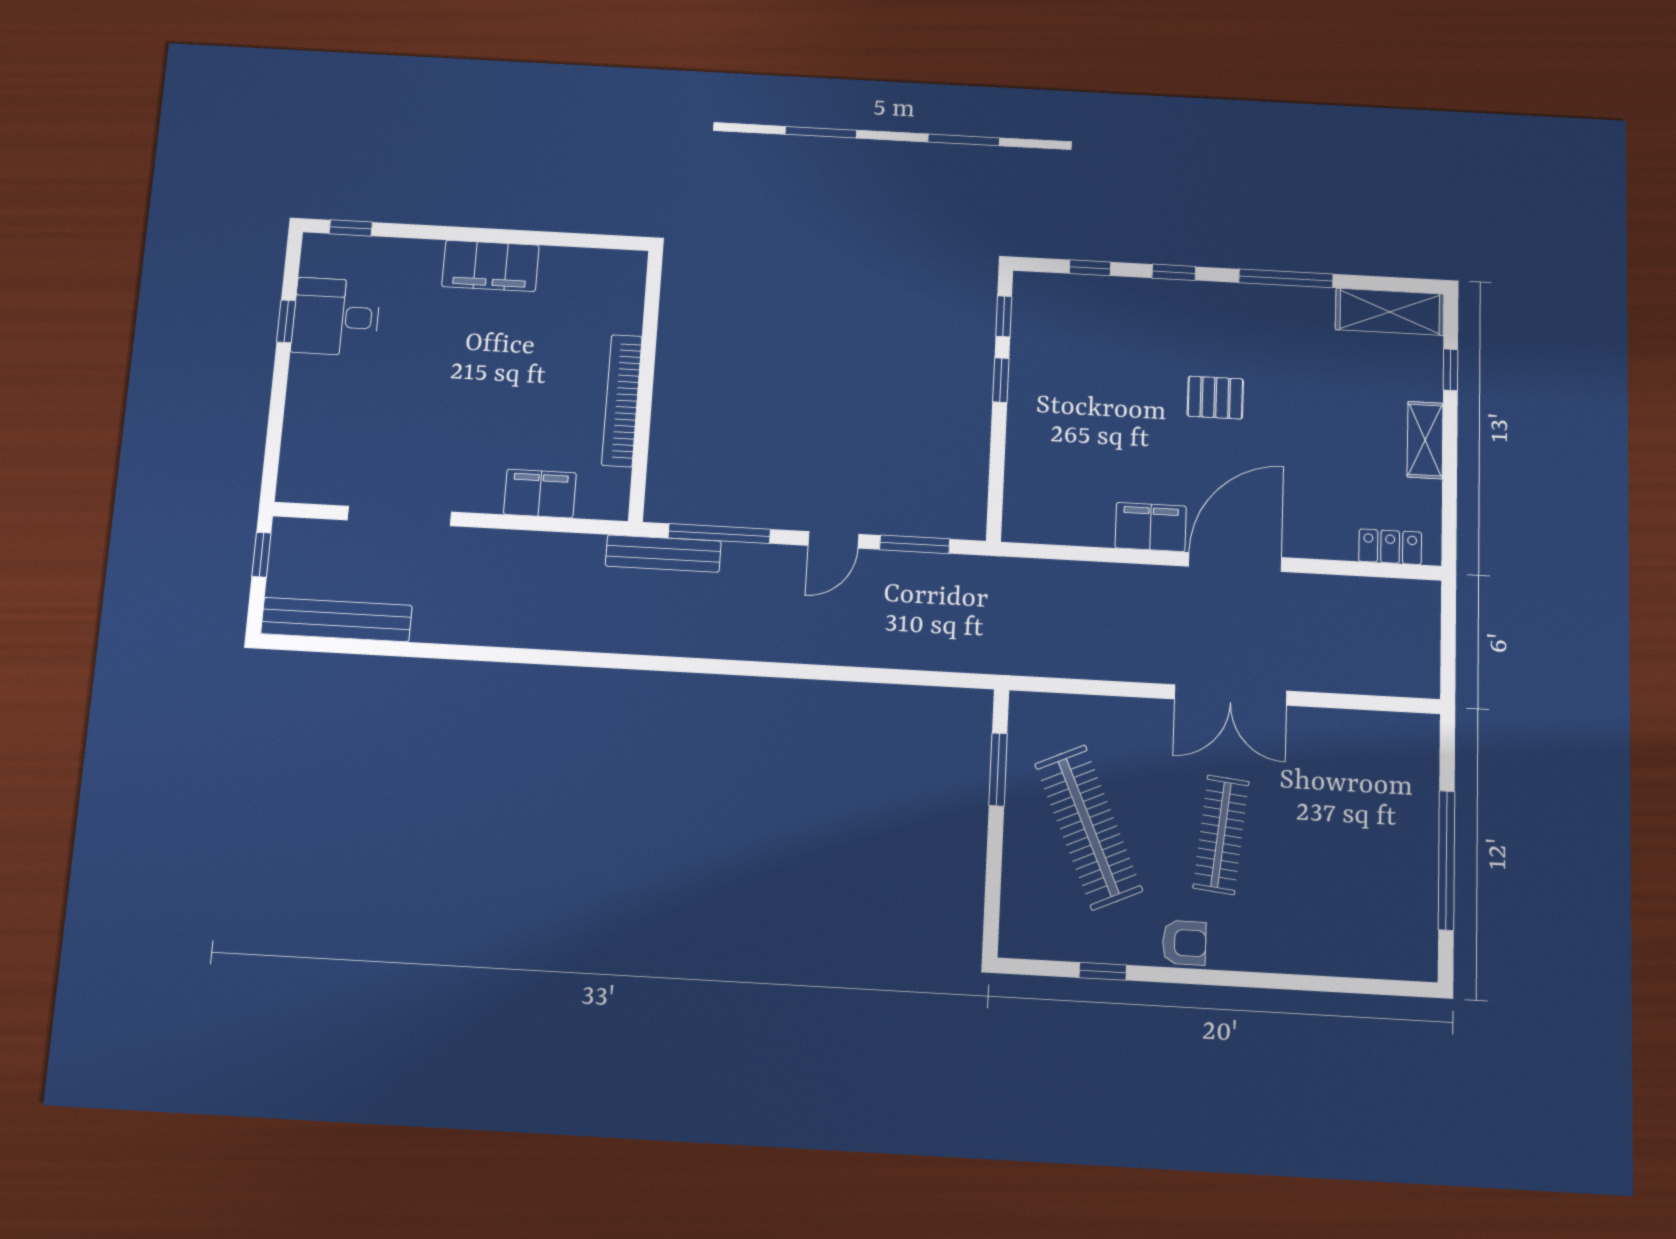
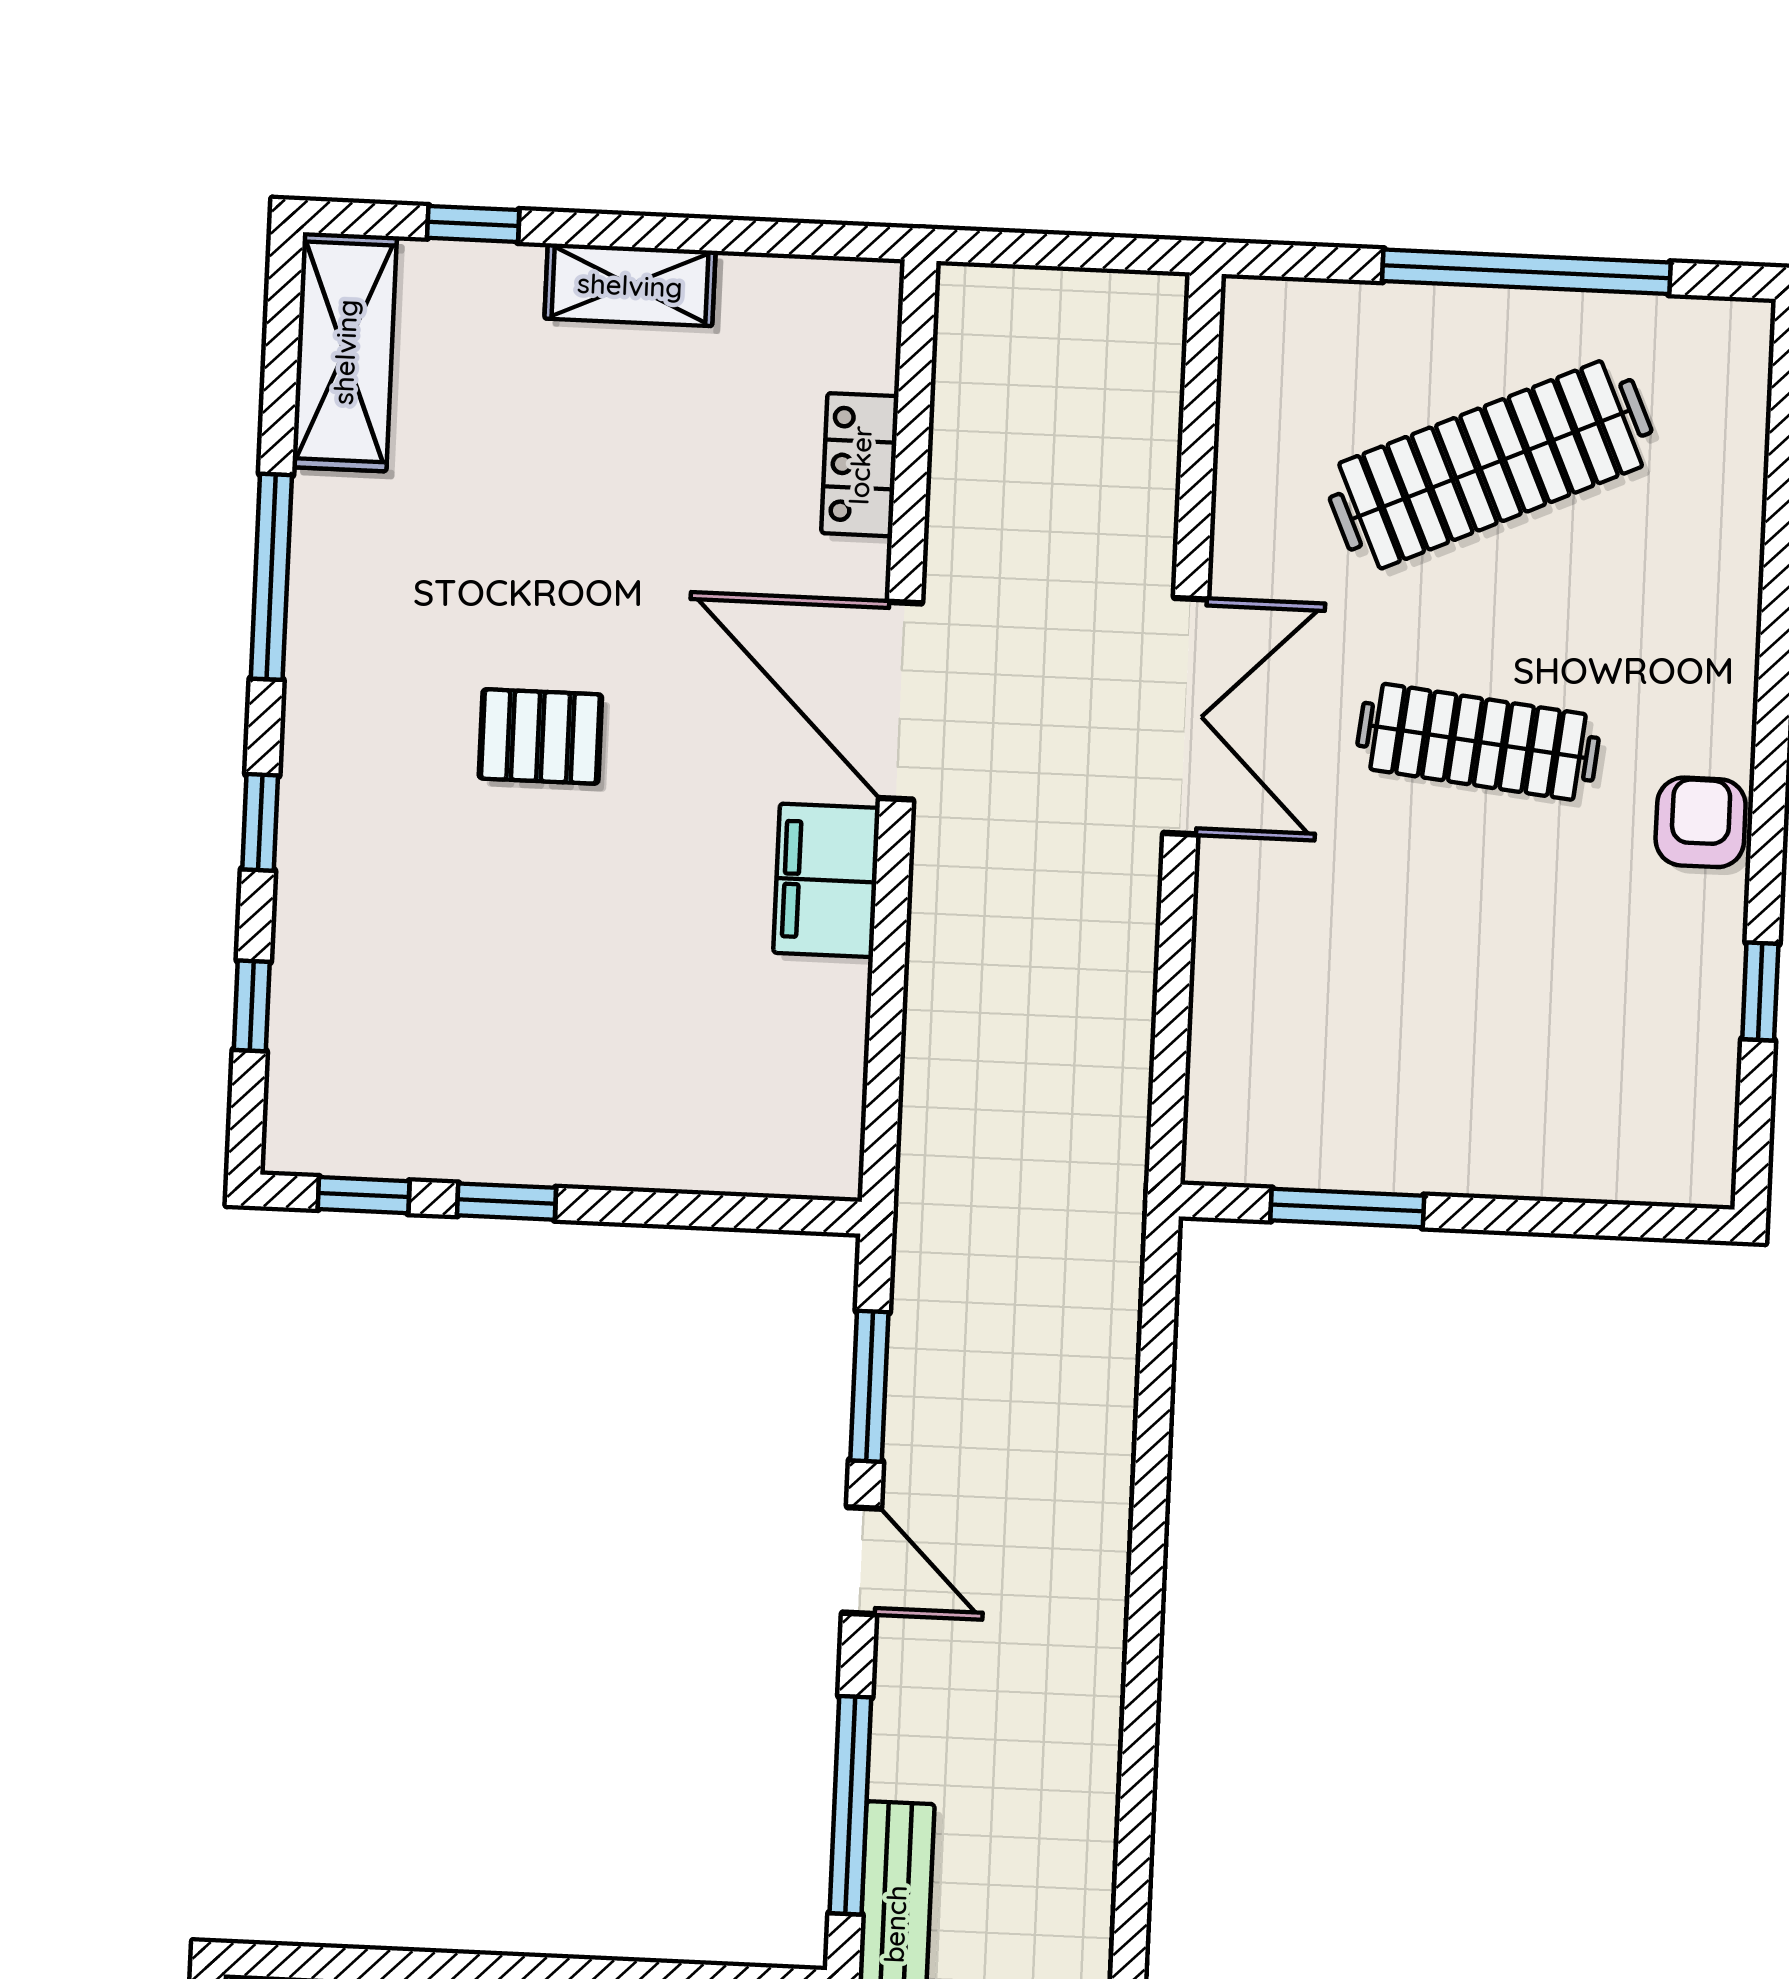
pallet: (1215, 398) -> (540, 736), turned 90
locker: (1390, 547) -> (860, 465), moved
clothes rail: (1089, 827) -> (1491, 465), moved

